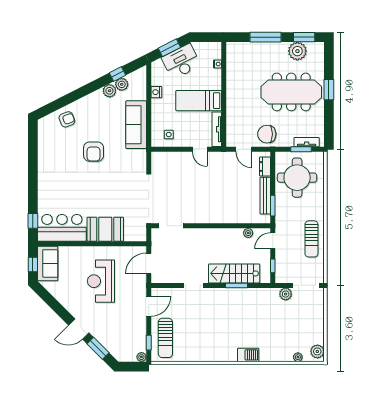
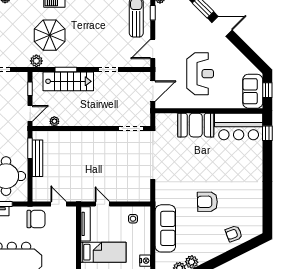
armchair: (94, 152) -> (207, 202), turned -91
dresser: (265, 166) -> (38, 187), removed
plant: (286, 294) -> (36, 61), moved
parasol: (253, 320) -> (50, 35), added

